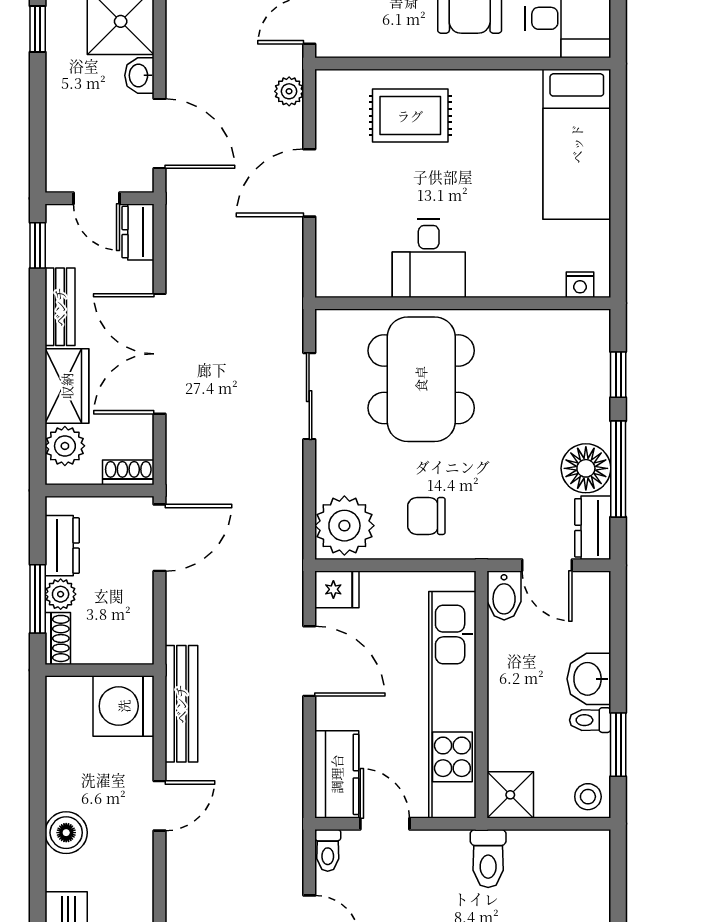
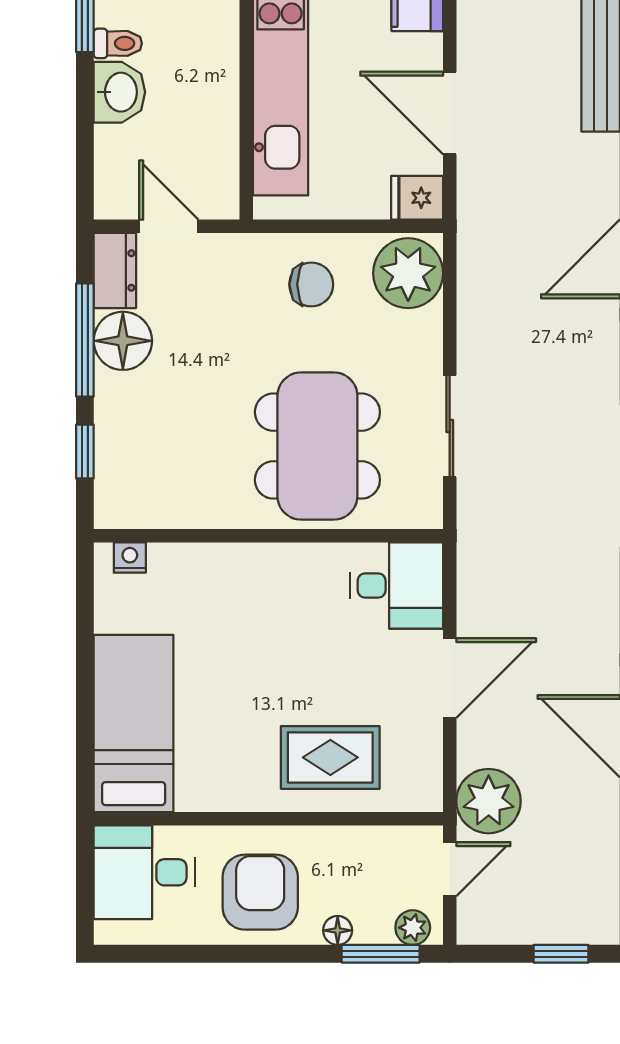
plant: (289, 91) -> (489, 801), width x1.87, depth x1.87
desk: (429, 258) -> (397, 585), moved, turned 90
bidet: (504, 595) -> (220, 191), removed

